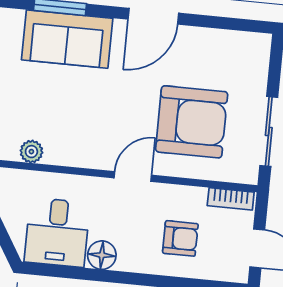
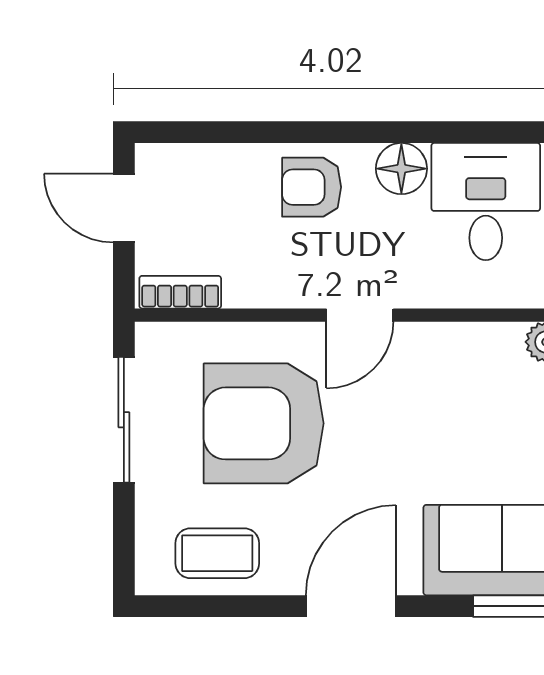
coffee table: (224, 53) -> (217, 553), added
armchair: (180, 238) -> (312, 187), moved

